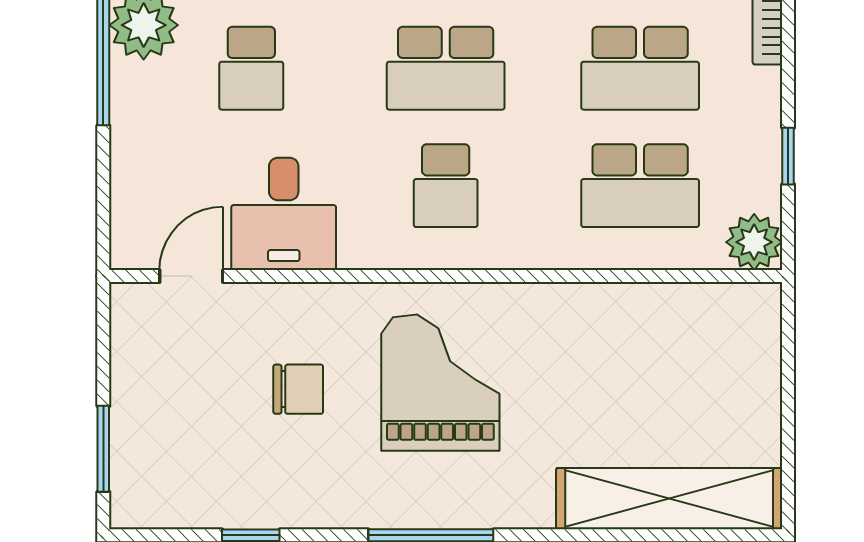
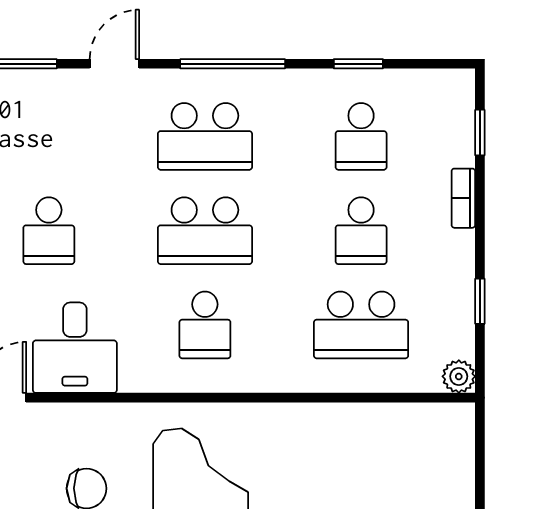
school desk: (640, 68) -> (361, 231), width x0.54
plant: (754, 242) -> (459, 376), width x0.73, depth x0.73

